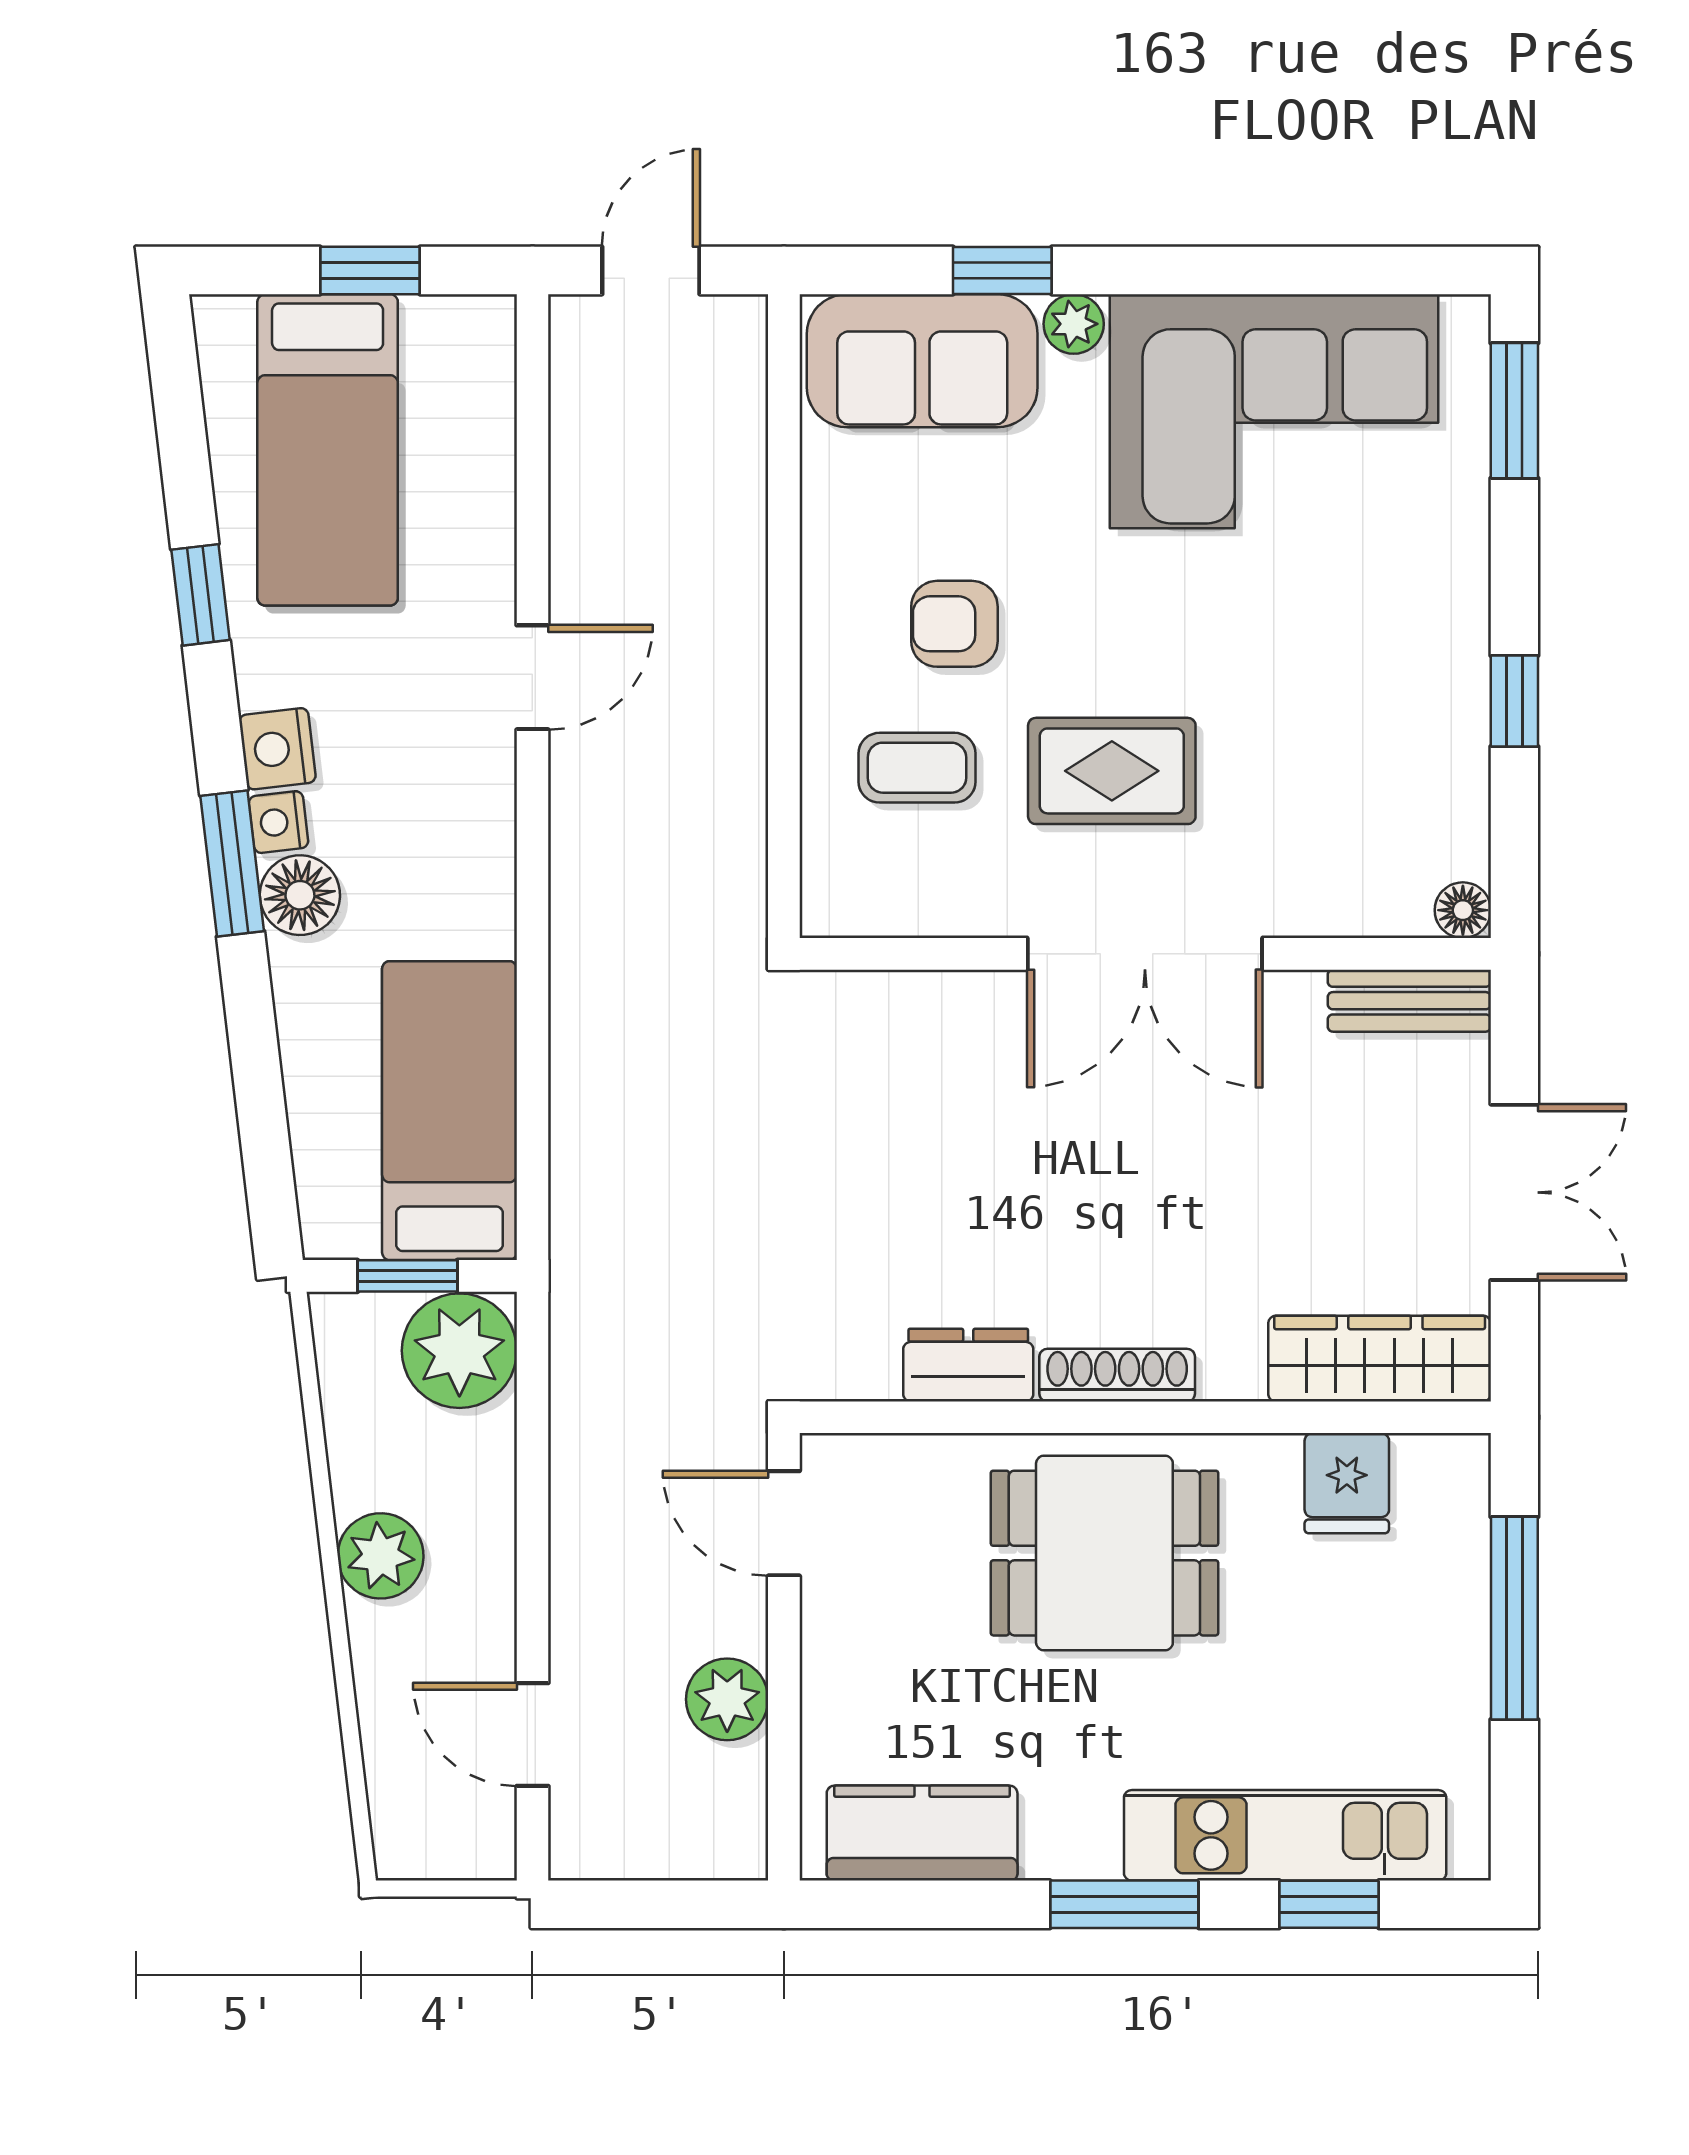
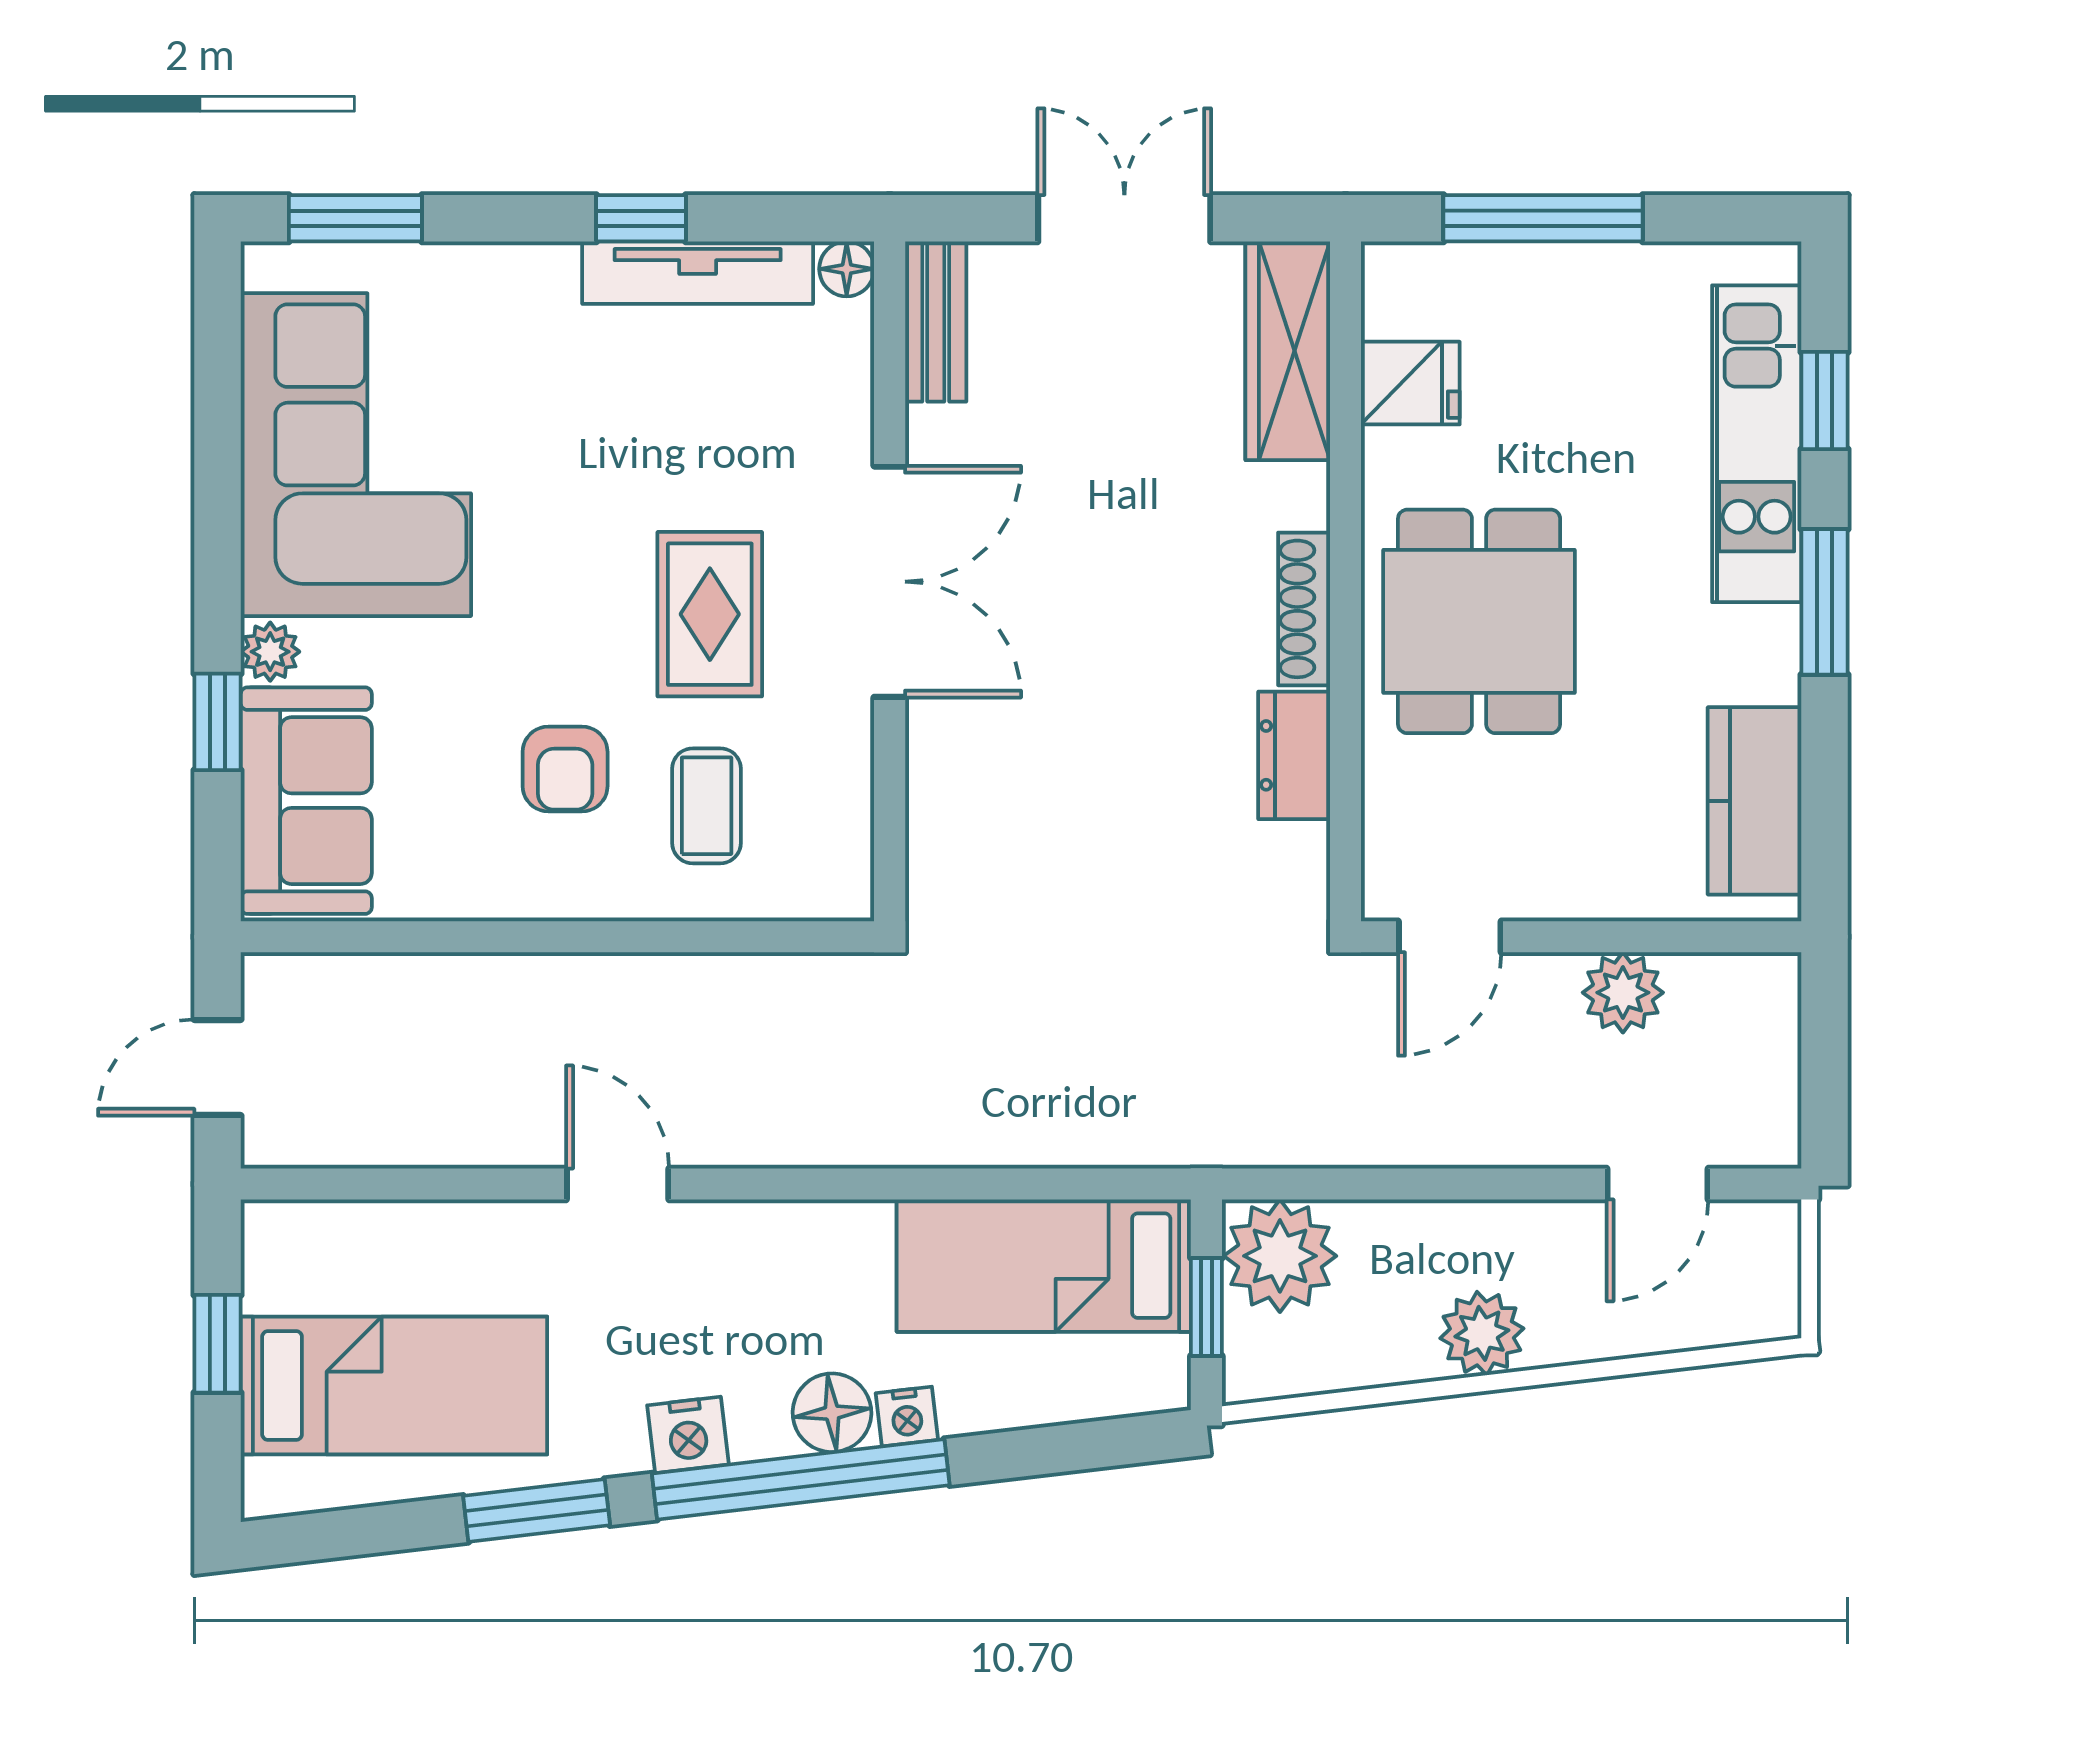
door: (651, 270) -> (218, 1068), hinge flipped
window: (201, 595) -> (537, 1510), width x1.50
tv unit: (1459, 759) -> (698, 273), added
nightstand: (278, 822) -> (907, 1417), moved
window: (232, 863) -> (801, 1479), width x2.11

